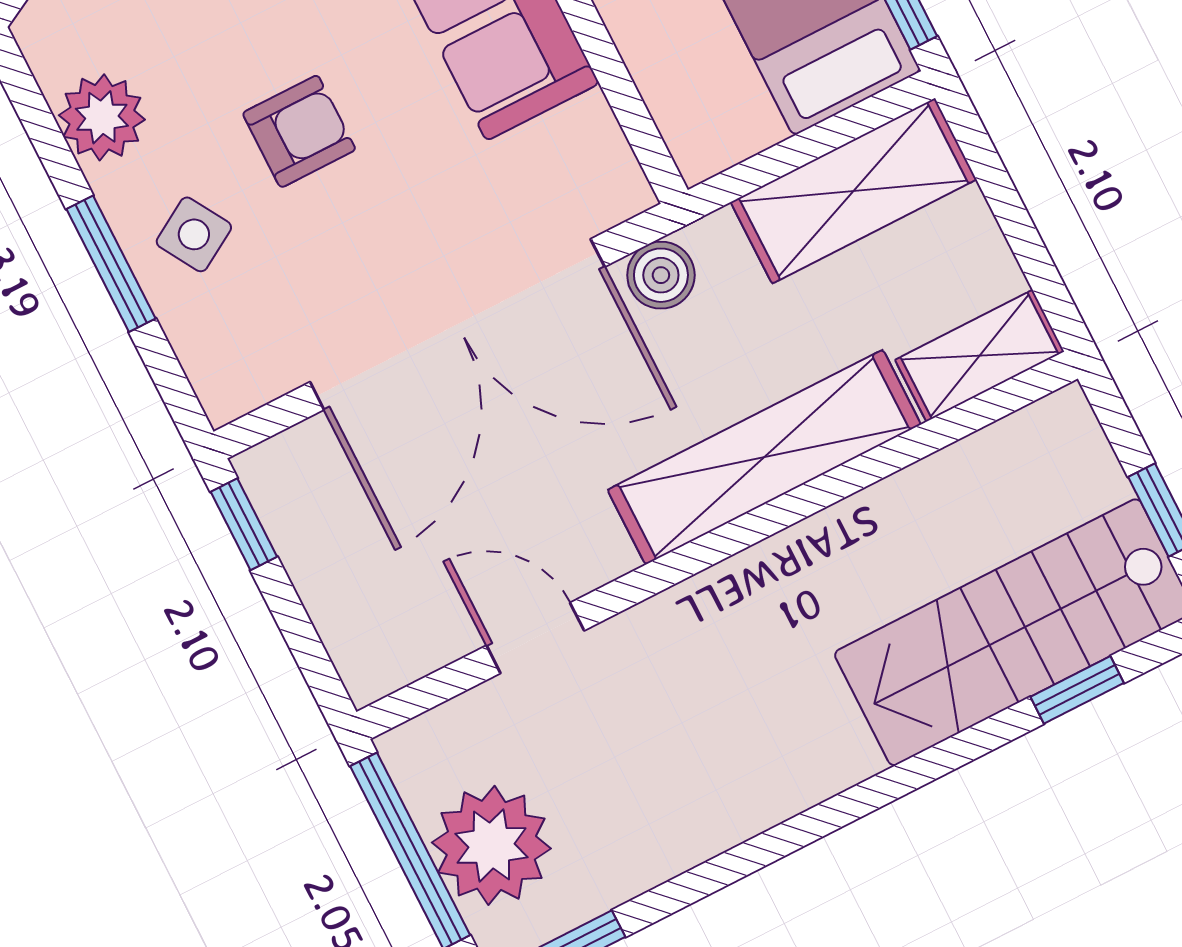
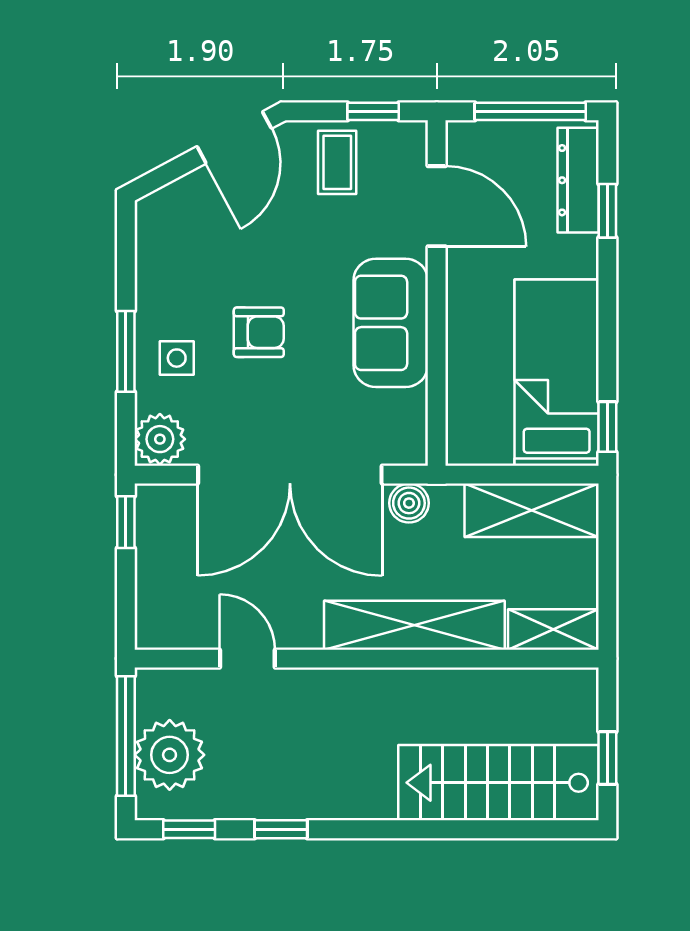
plant: (102, 117) -> (160, 439), moved
side table: (194, 234) -> (177, 358), turned 31
window: (1077, 690) -> (281, 829), moved

